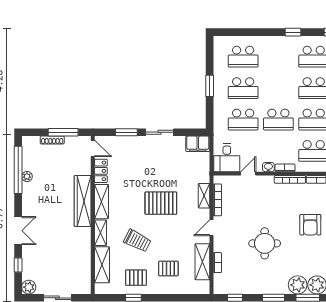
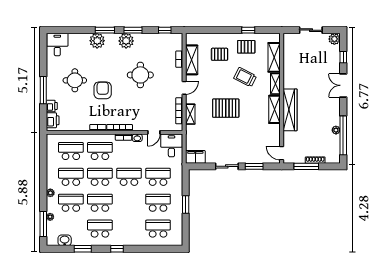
locker: (101, 171) -> (275, 135), removed
plant: (298, 285) -> (126, 41), moved

